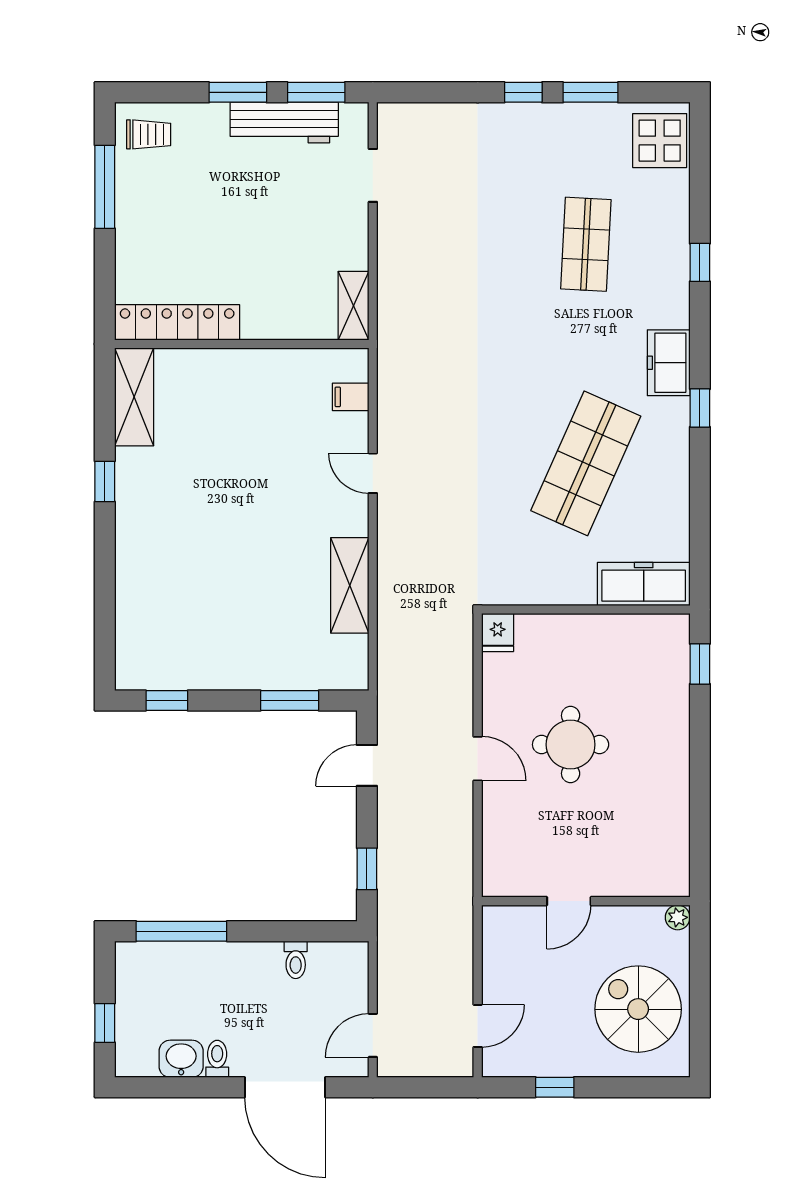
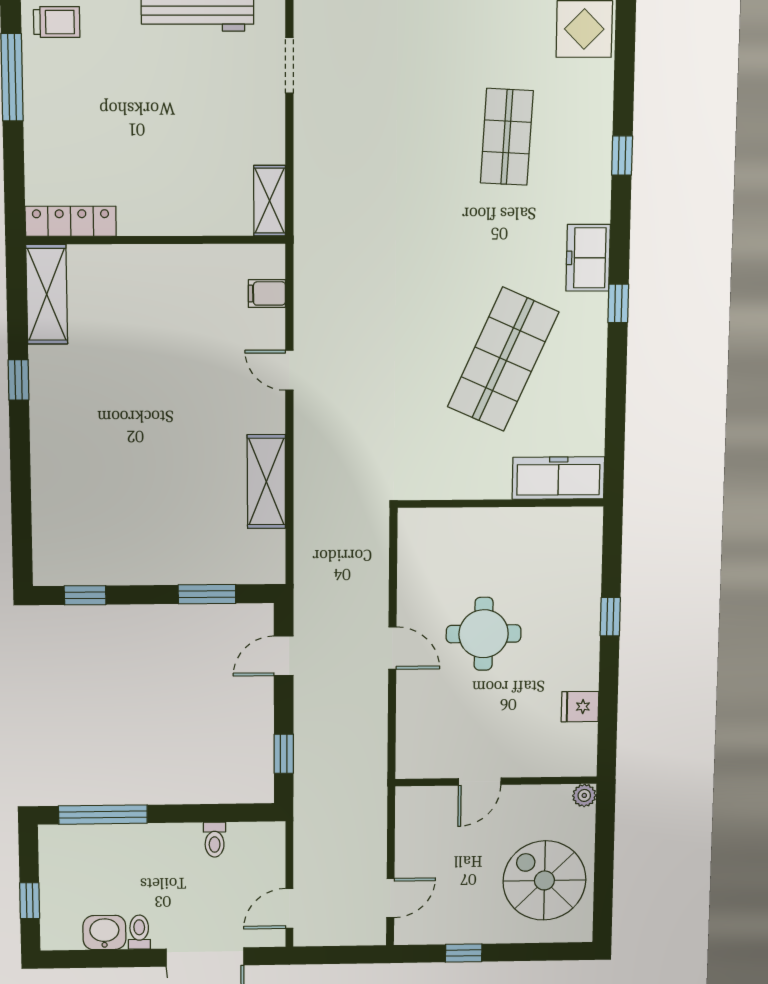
locker: (177, 322) -> (71, 221), width x0.71, depth x0.83
fridge: (498, 632) -> (580, 707), moved, turned 90
window: (700, 664) -> (610, 617), moved

